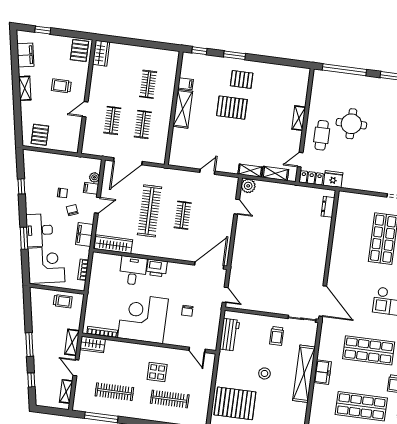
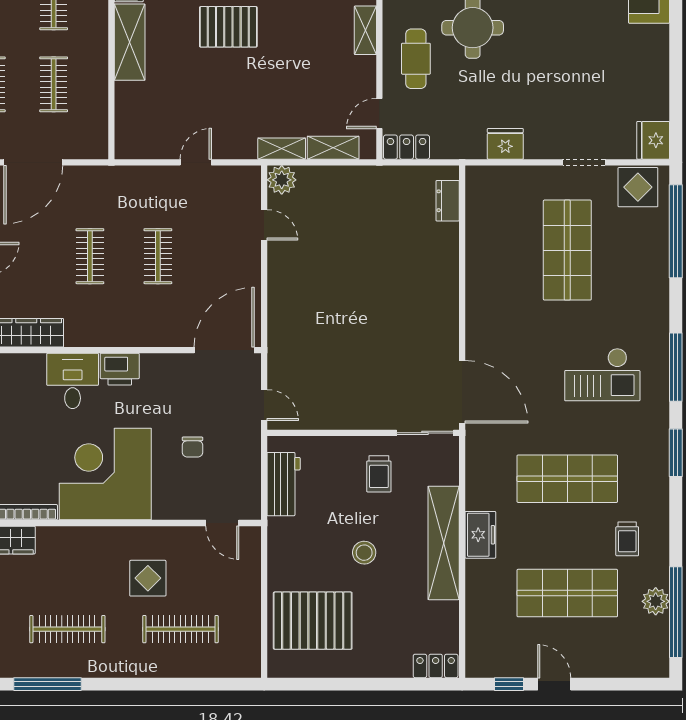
fridge: (333, 179) -> (505, 144), moved
clothes rail: (149, 211) -> (90, 256), width x0.54, depth x0.76

